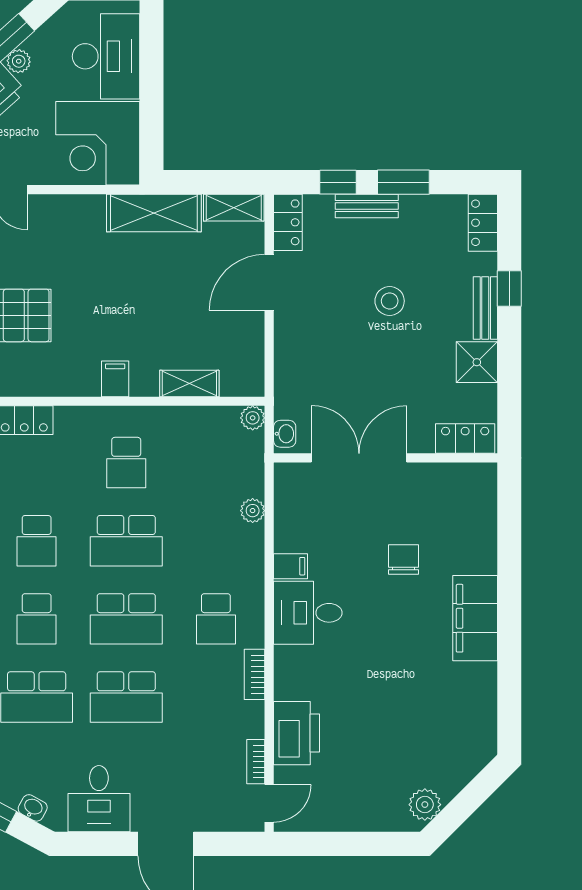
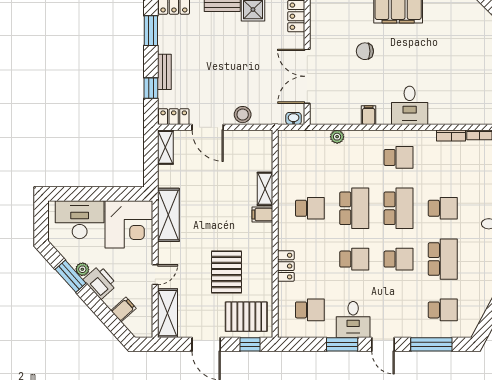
window: (403, 182) -> (151, 31), moved
shelving: (154, 213) -> (168, 215), moved
stool: (390, 301) -> (243, 115), moved
shelving: (189, 383) -> (265, 189), moved
plant: (253, 418) -> (285, 137), removed
desk: (308, 613) -> (410, 105), moved
bookcase: (255, 674) -> (451, 136), moved
school desk: (126, 697) -> (443, 208), width x0.54
printer: (296, 733) -> (463, 112), removed

